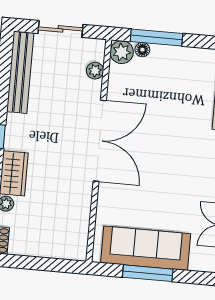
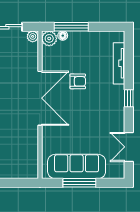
plant: (95, 71) -> (33, 36), moved
armchair: (159, 120) -> (78, 81), added

